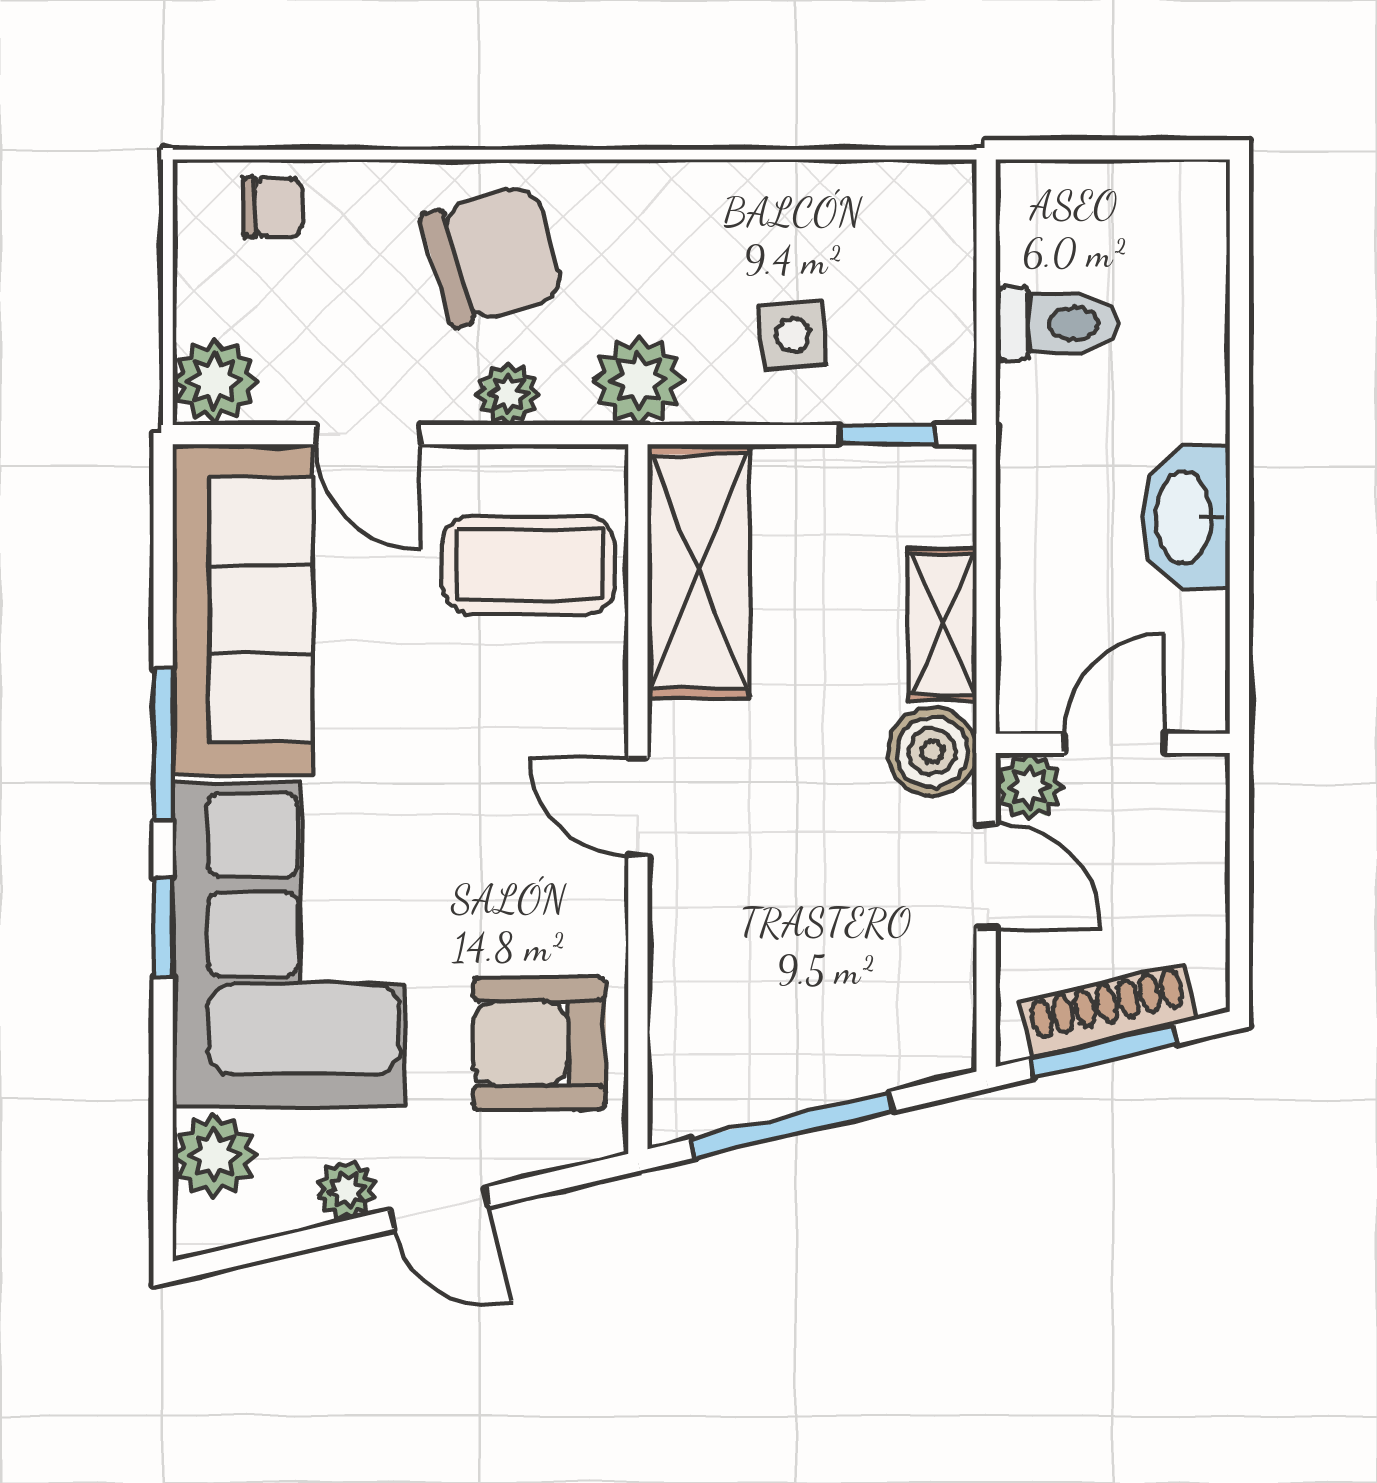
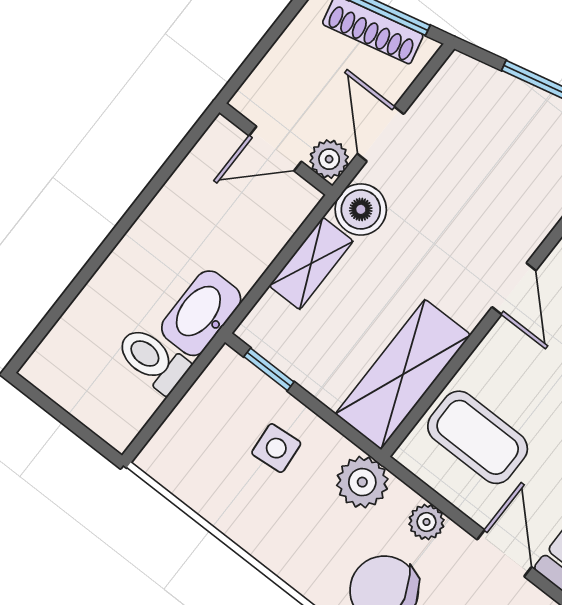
washbasin: (1186, 517) -> (201, 313), moved, turned 180

